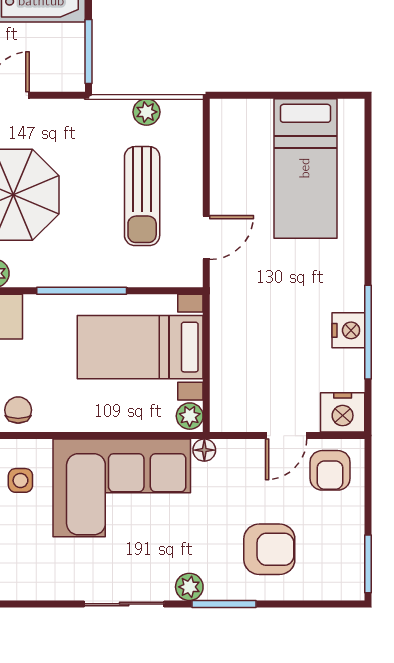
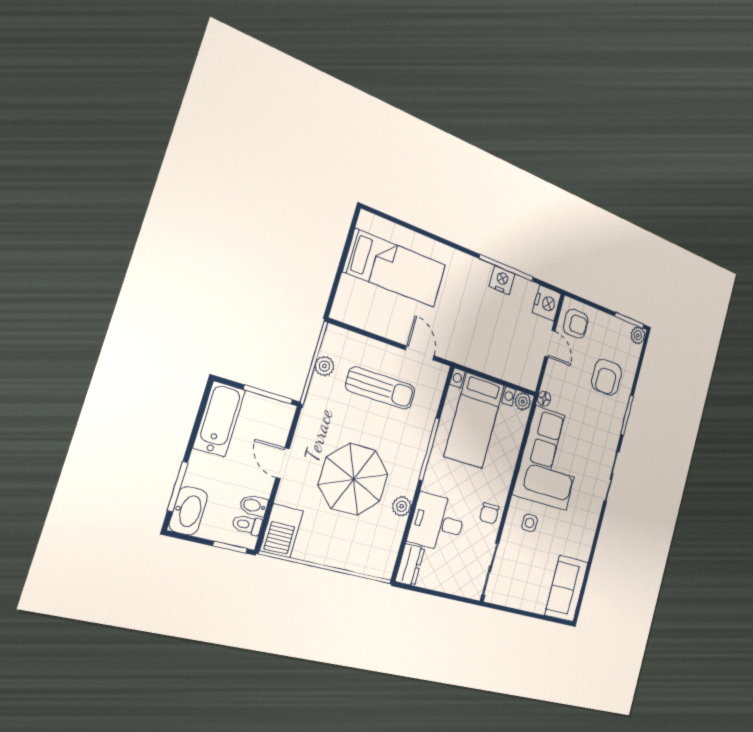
chair: (18, 410) -> (489, 513), turned -90
armchair: (269, 549) -> (607, 377), turned 180
plant: (189, 587) -> (638, 335), moved

